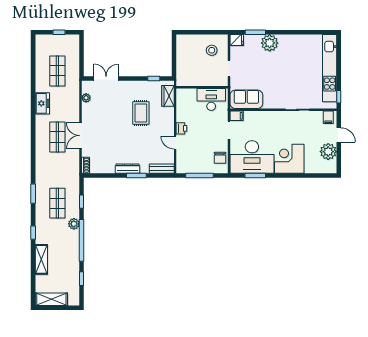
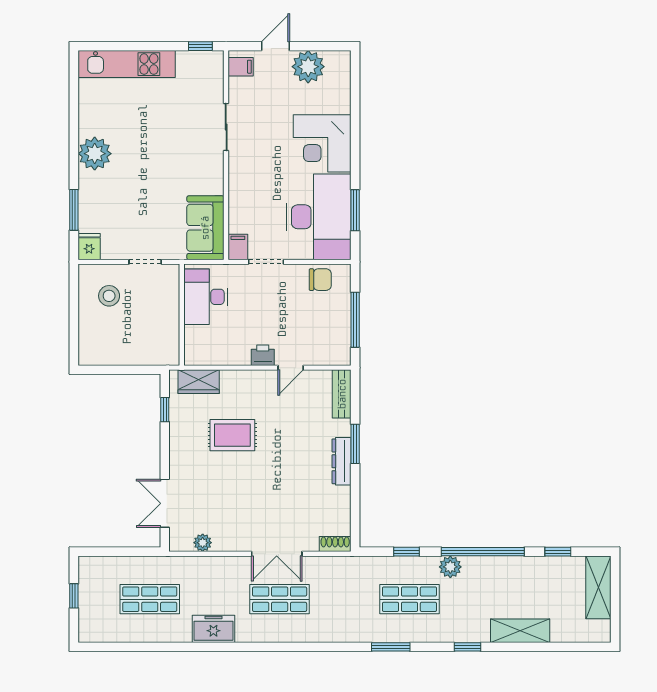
plant: (270, 43) -> (95, 154), moved
kitchen unit: (330, 68) -> (127, 64), width x0.73
shelving: (51, 299) -> (598, 587), moved

